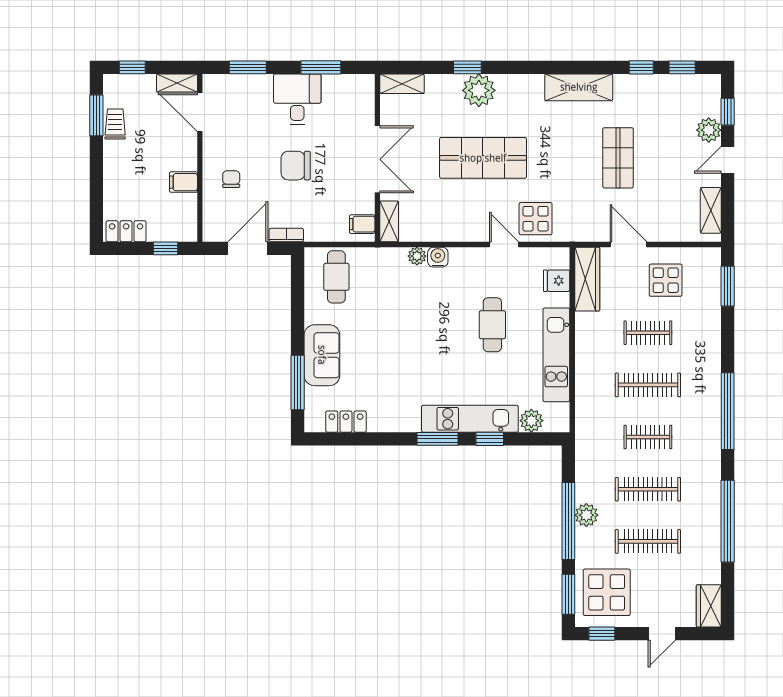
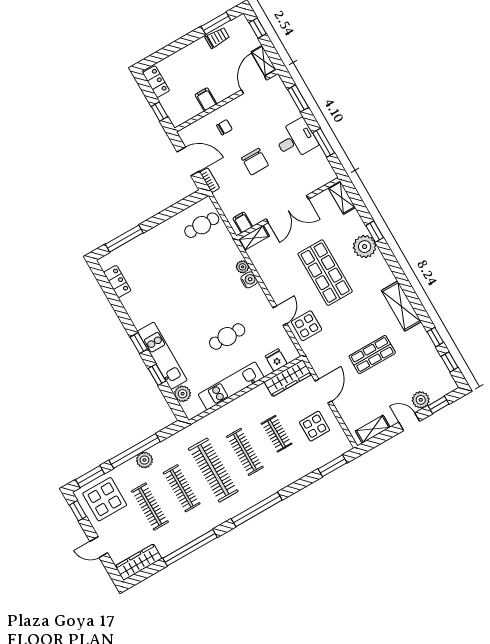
chair: (296, 166) -> (255, 162), turned 180
sofa: (322, 355) -> (149, 244), removed
clothes rail: (648, 437) -> (213, 470), width x1.86, depth x1.31
window: (438, 439) -> (139, 343), width x0.67
wardrobe: (709, 606) -> (138, 562), width x1.50

